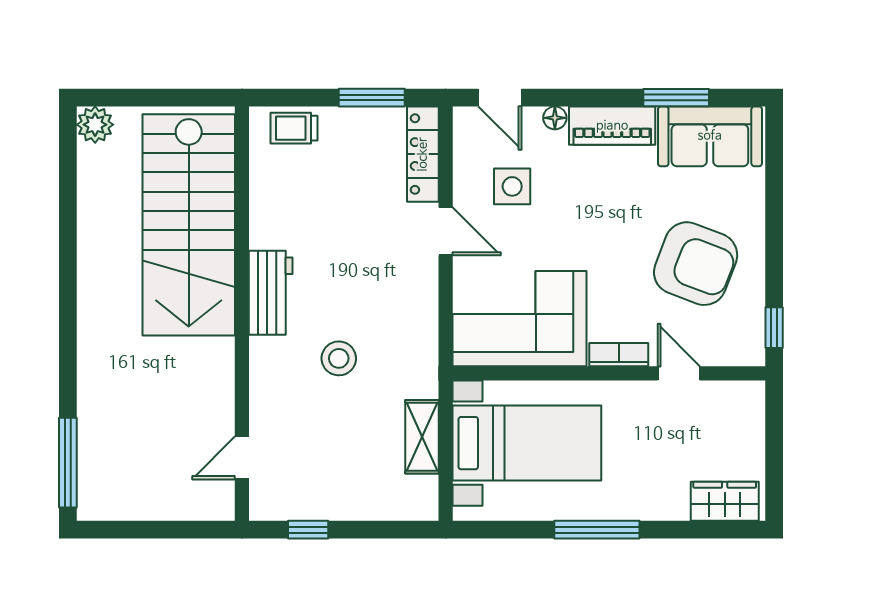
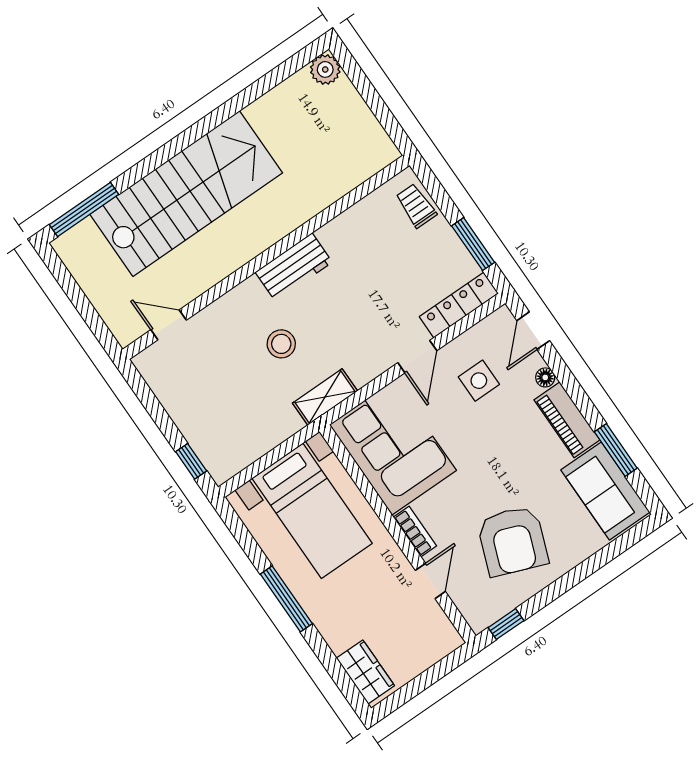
stairs: (189, 225) -> (186, 194), moved, turned 180
shelving: (422, 437) -> (325, 397), moved
window: (308, 530) -> (191, 461), moved

